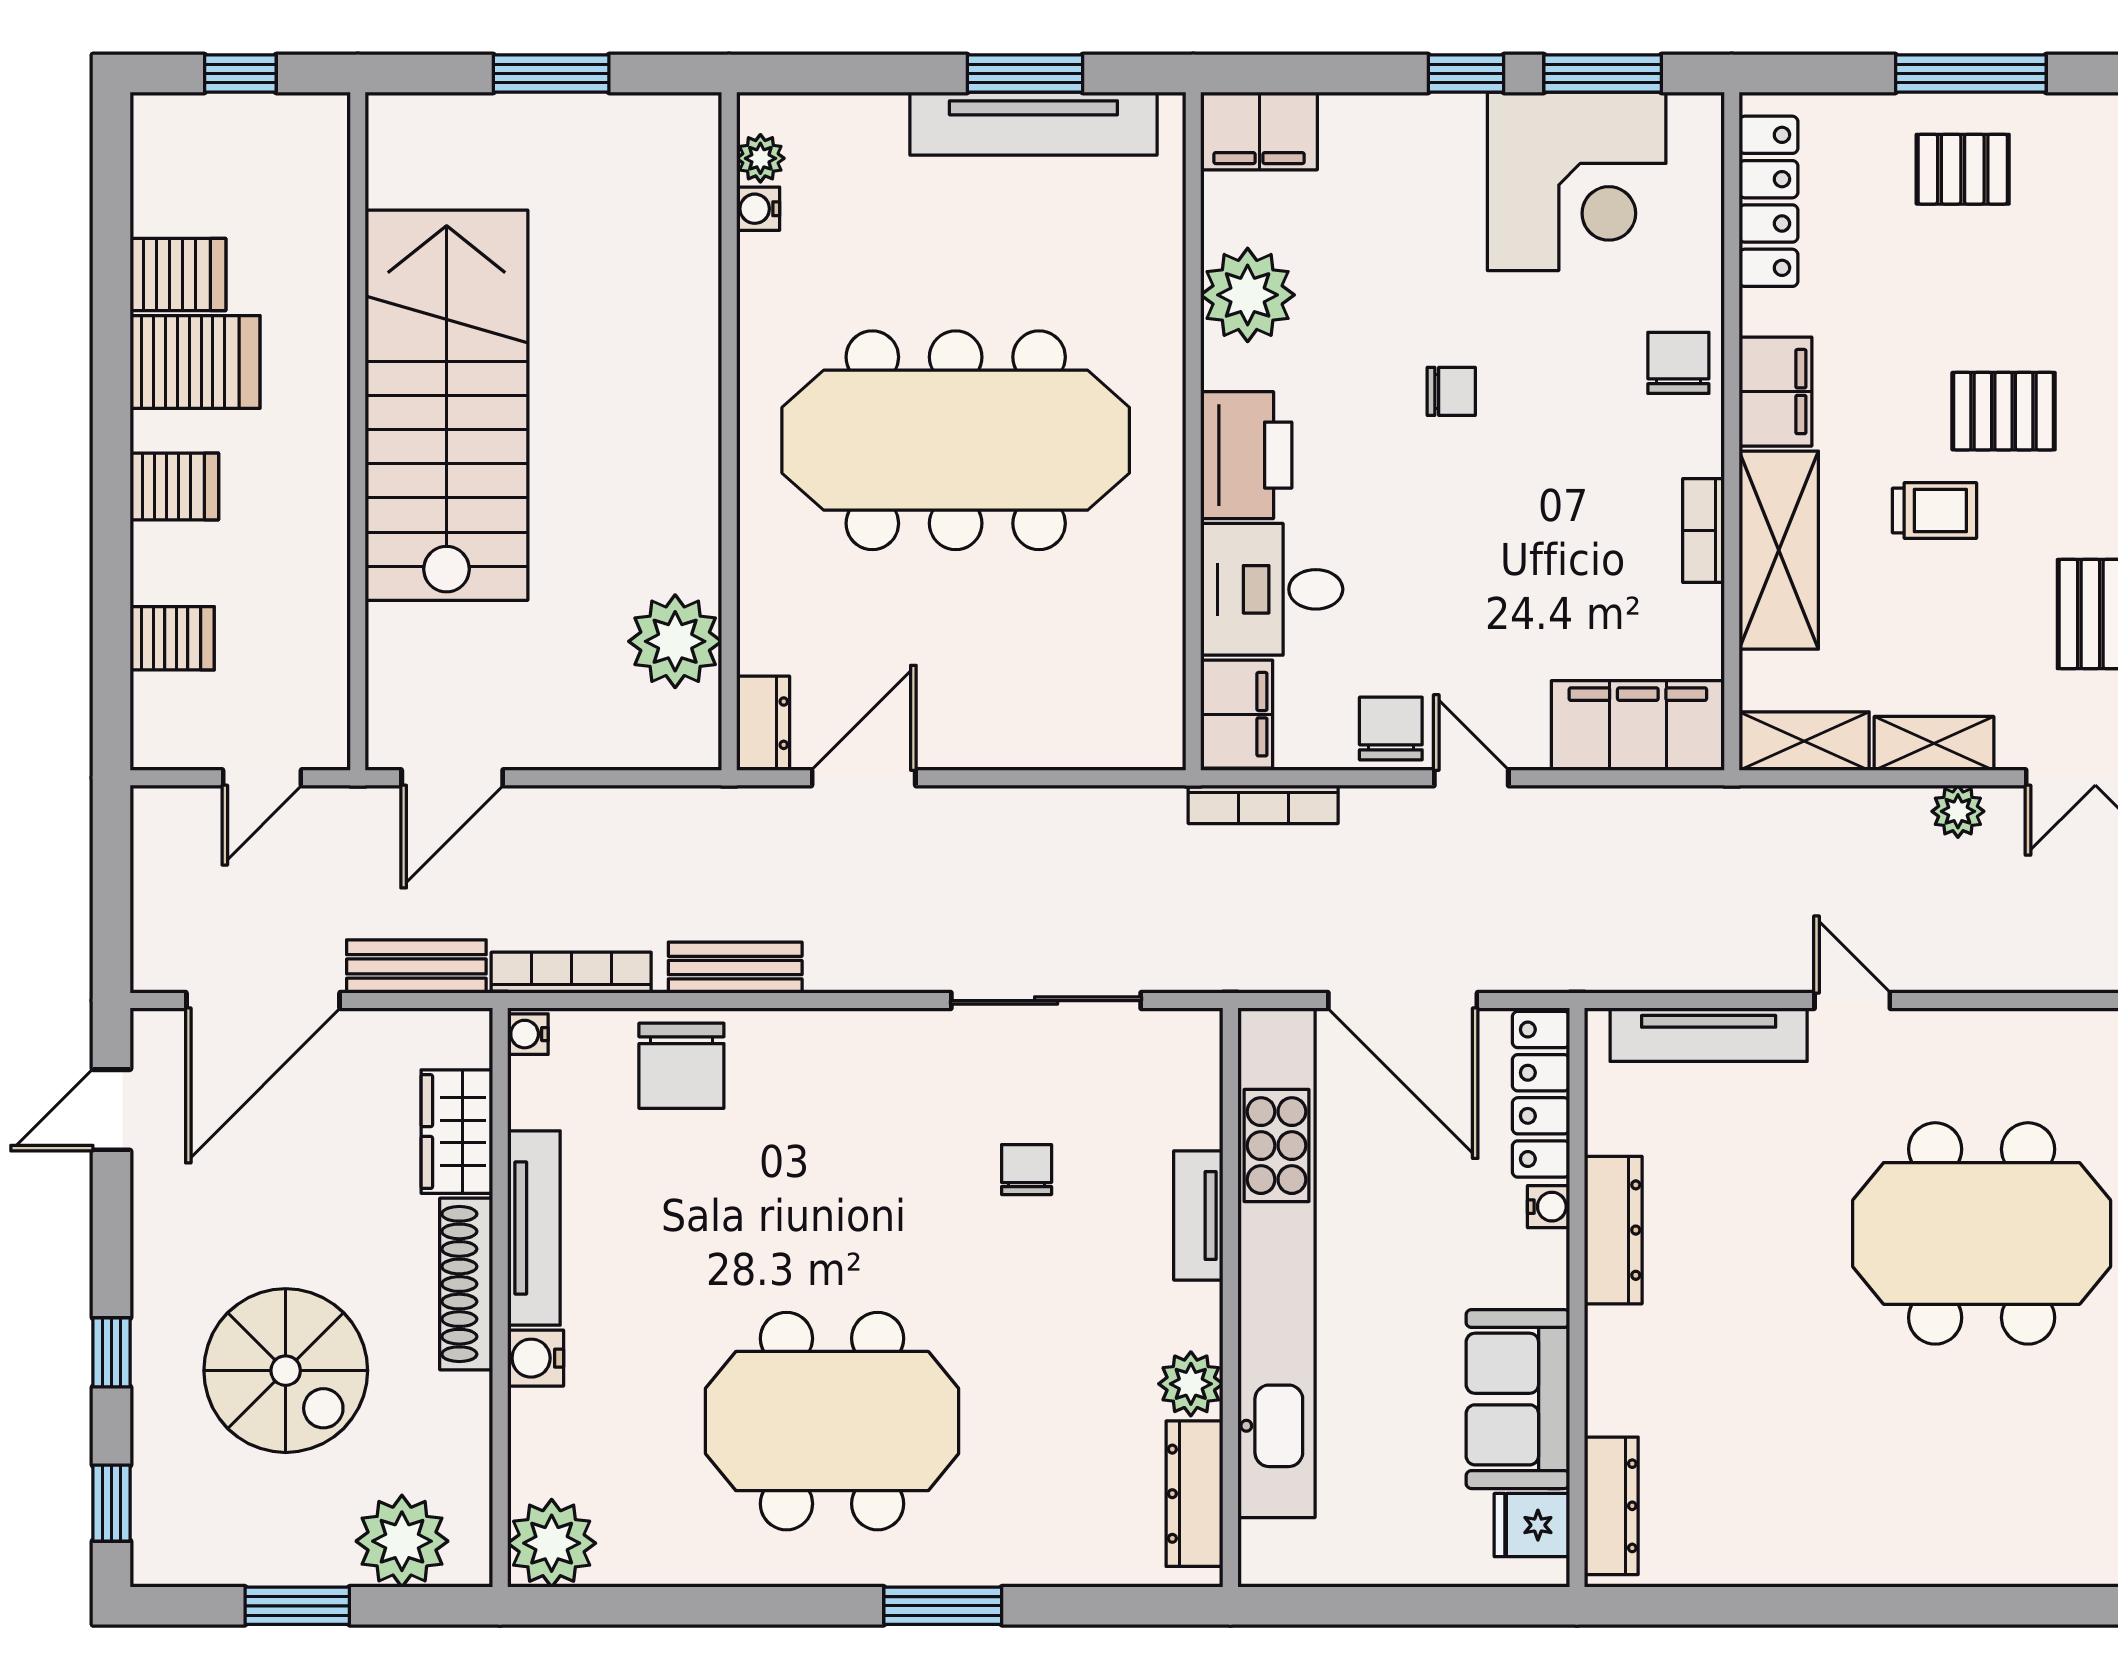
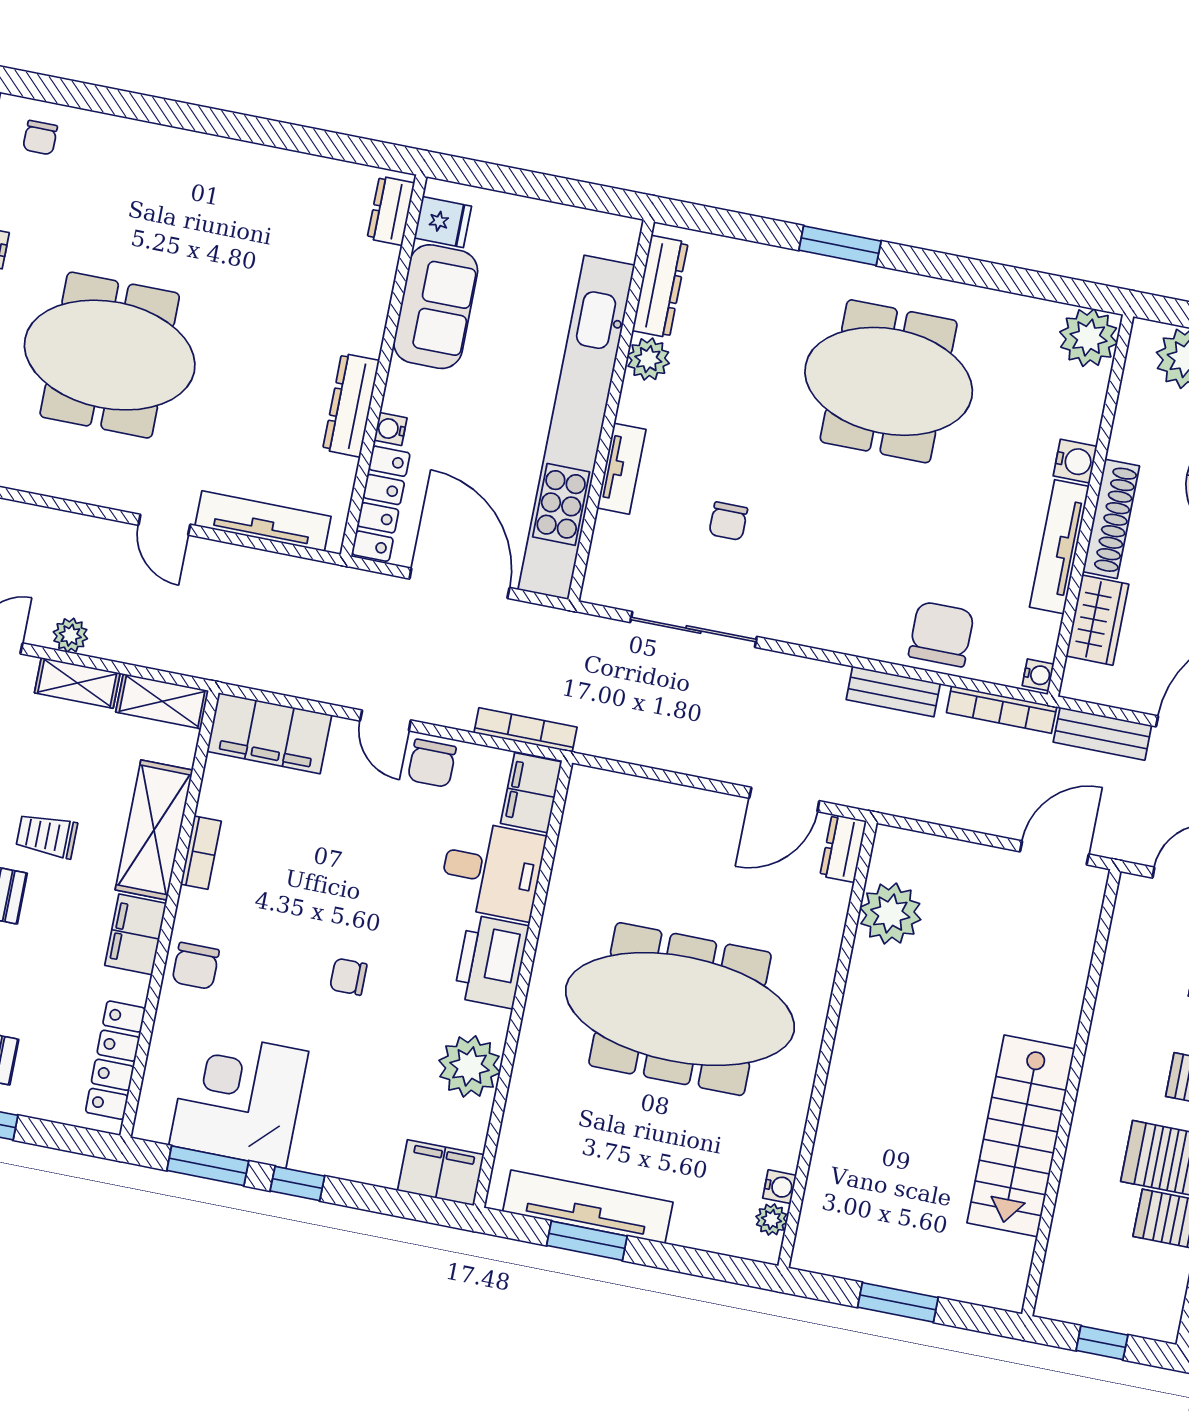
stairs: (447, 405) -> (1021, 1136), width x0.73, depth x0.66
dresser: (1611, 1506) -> (391, 211), width x0.70

